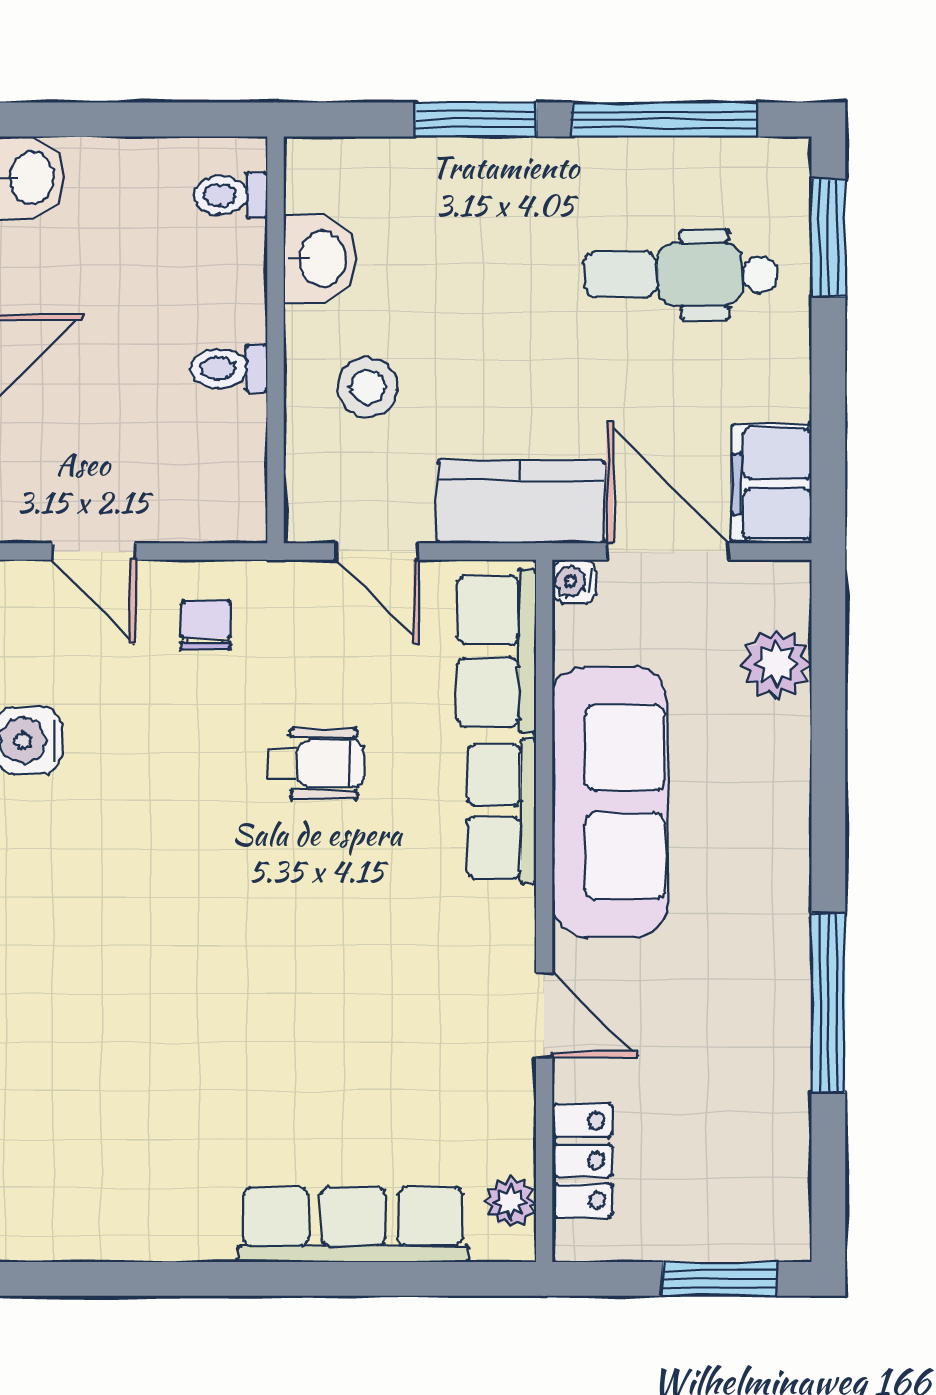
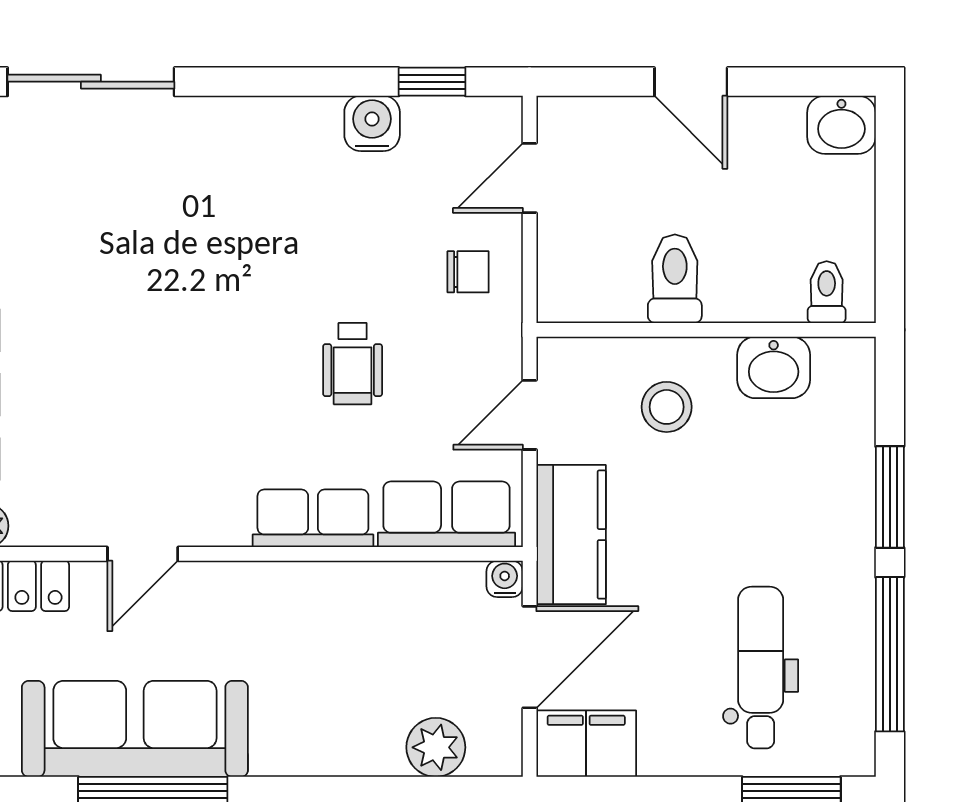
toilet: (229, 369) -> (675, 279), width x1.37, depth x1.39
sofa: (610, 802) -> (135, 729), moved, turned 180

